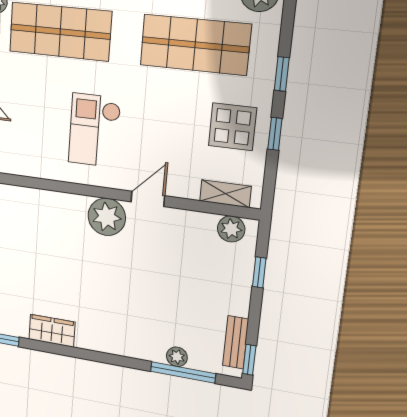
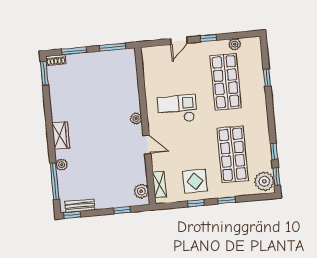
plant: (107, 217) -> (136, 118), width x0.53, depth x0.53
wardrobe: (52, 331) -> (61, 135), moved
plant: (177, 357) -> (62, 165), moved

